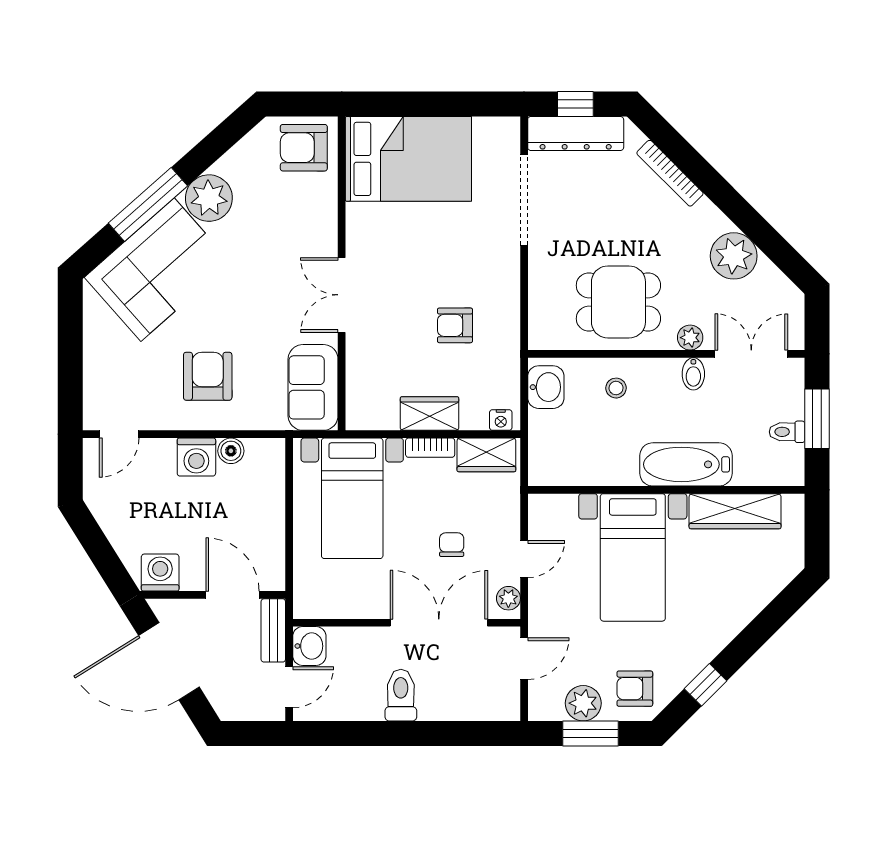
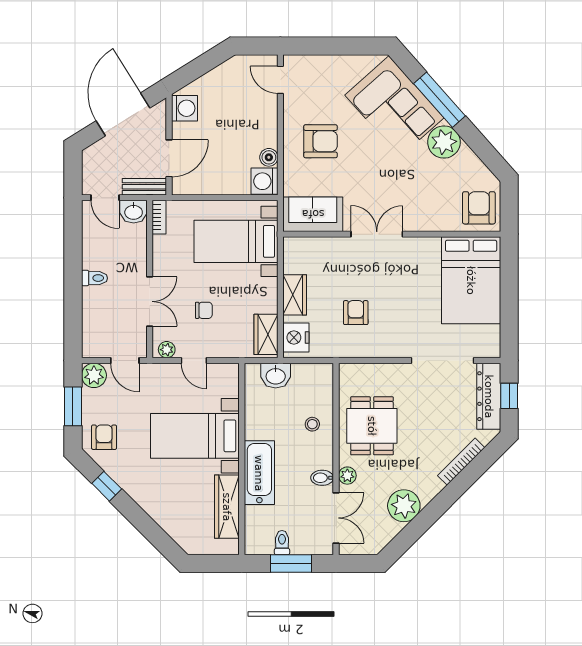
washbasin: (546, 387) -> (276, 376), moved
nightstand: (501, 420) -> (296, 337), width x1.89, depth x1.79
bookcase: (430, 448) -> (159, 217), moved, turned 180
washing machine: (196, 457) -> (264, 181), moved
double door: (439, 623) -> (150, 301), width x0.73
toilet: (401, 695) -> (95, 278), width x0.73, depth x0.72
plant: (583, 703) -> (94, 375), moved

